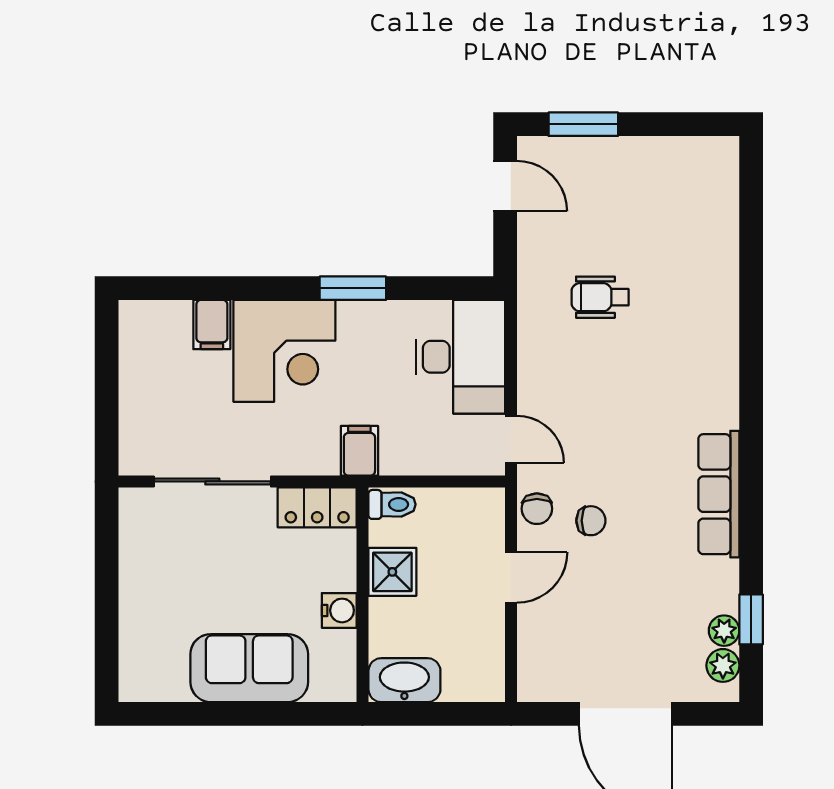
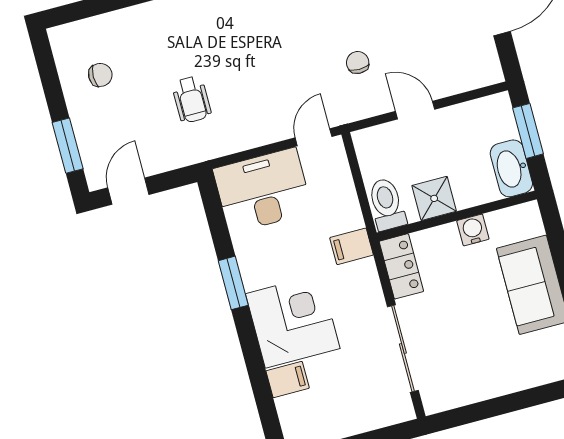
toilet: (392, 504) -> (387, 204), width x1.37, depth x1.39
chair: (537, 509) -> (100, 75), moved
window: (446, 714) -> (528, 131), added

